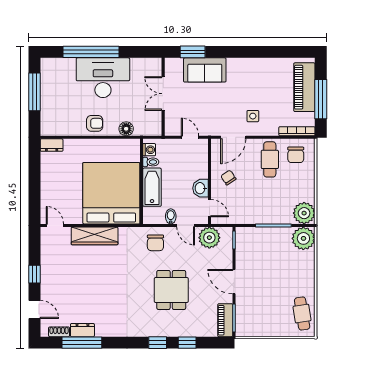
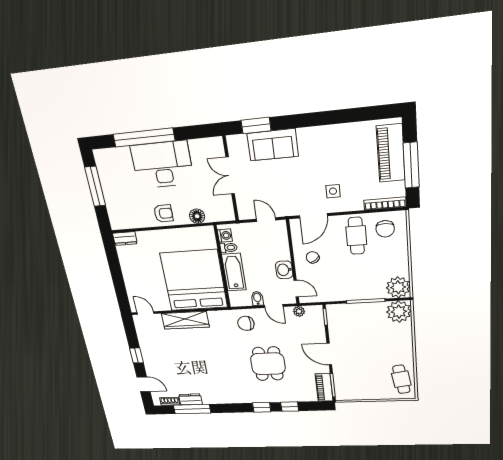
plant: (209, 238) -> (299, 311), width x0.53, depth x0.53
chair: (155, 243) -> (246, 323), turned 90

